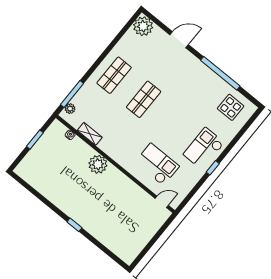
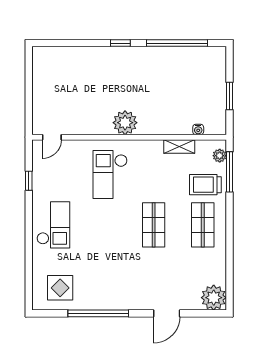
trolley: (93, 98) -> (205, 185), added
plant: (98, 164) -> (125, 123), moved
checkout: (157, 164) -> (110, 175), moved, turned 90
window: (213, 168) -> (29, 181), moved
window: (40, 197) -> (177, 43), added

